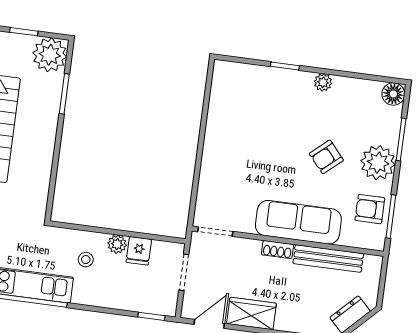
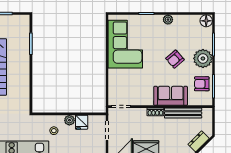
plant: (50, 55) -> (20, 24), removed
corner sofa: (239, 117) -> (125, 44), added
sofa: (298, 222) -> (171, 96), width x0.73

